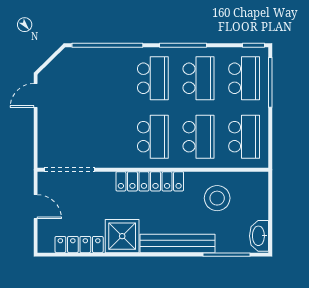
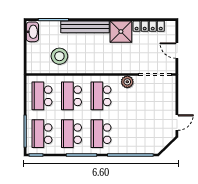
plant: (112, 158) -> (127, 82), added
locker: (150, 181) -> (103, 67), removed

